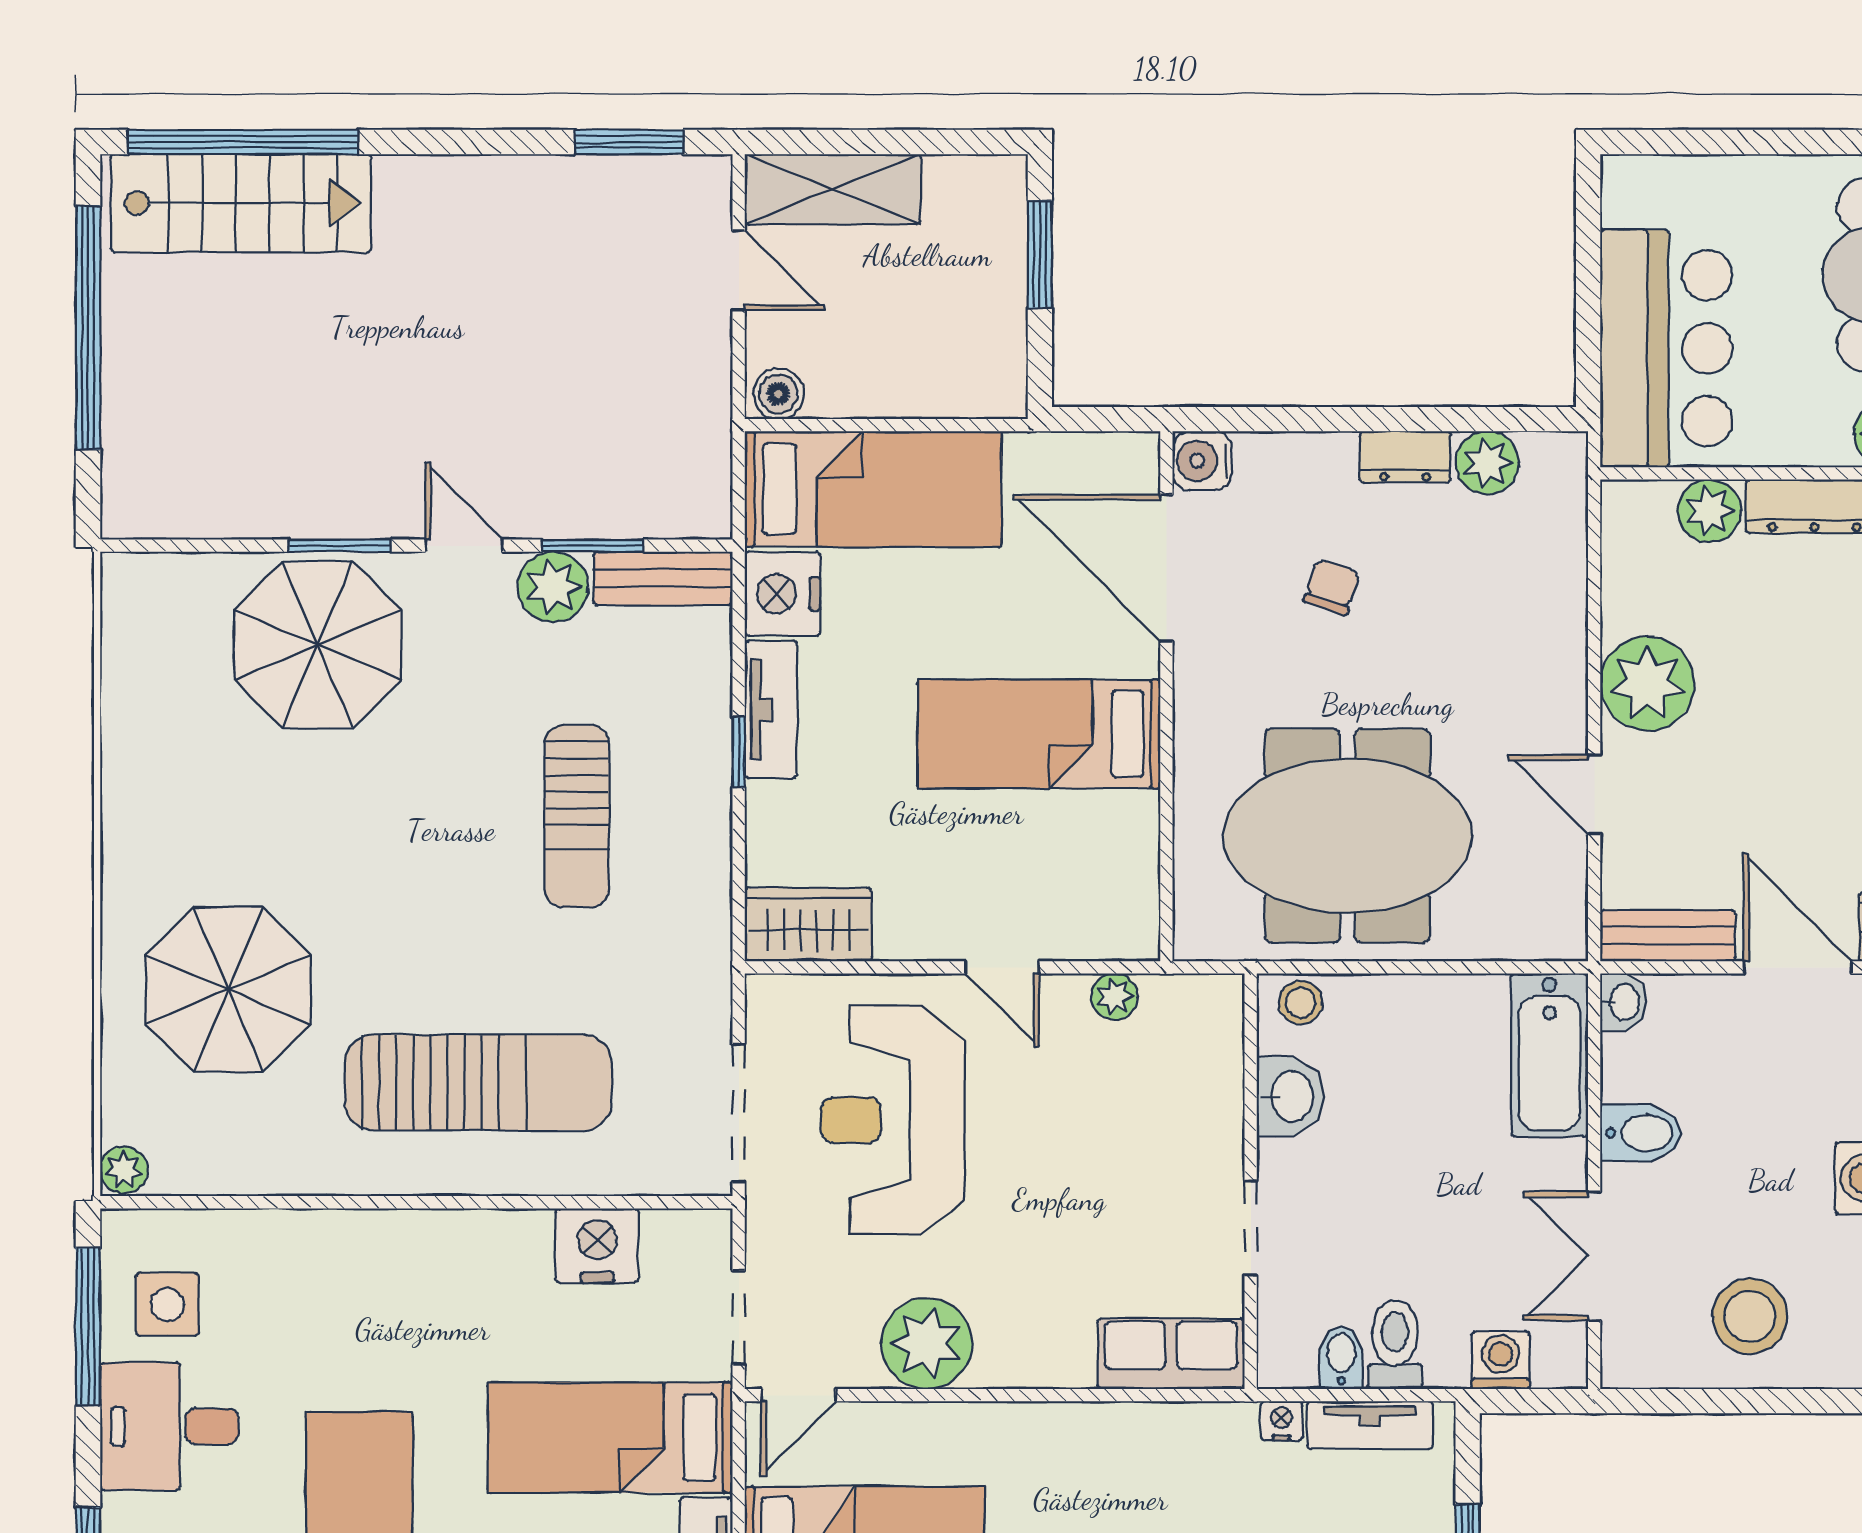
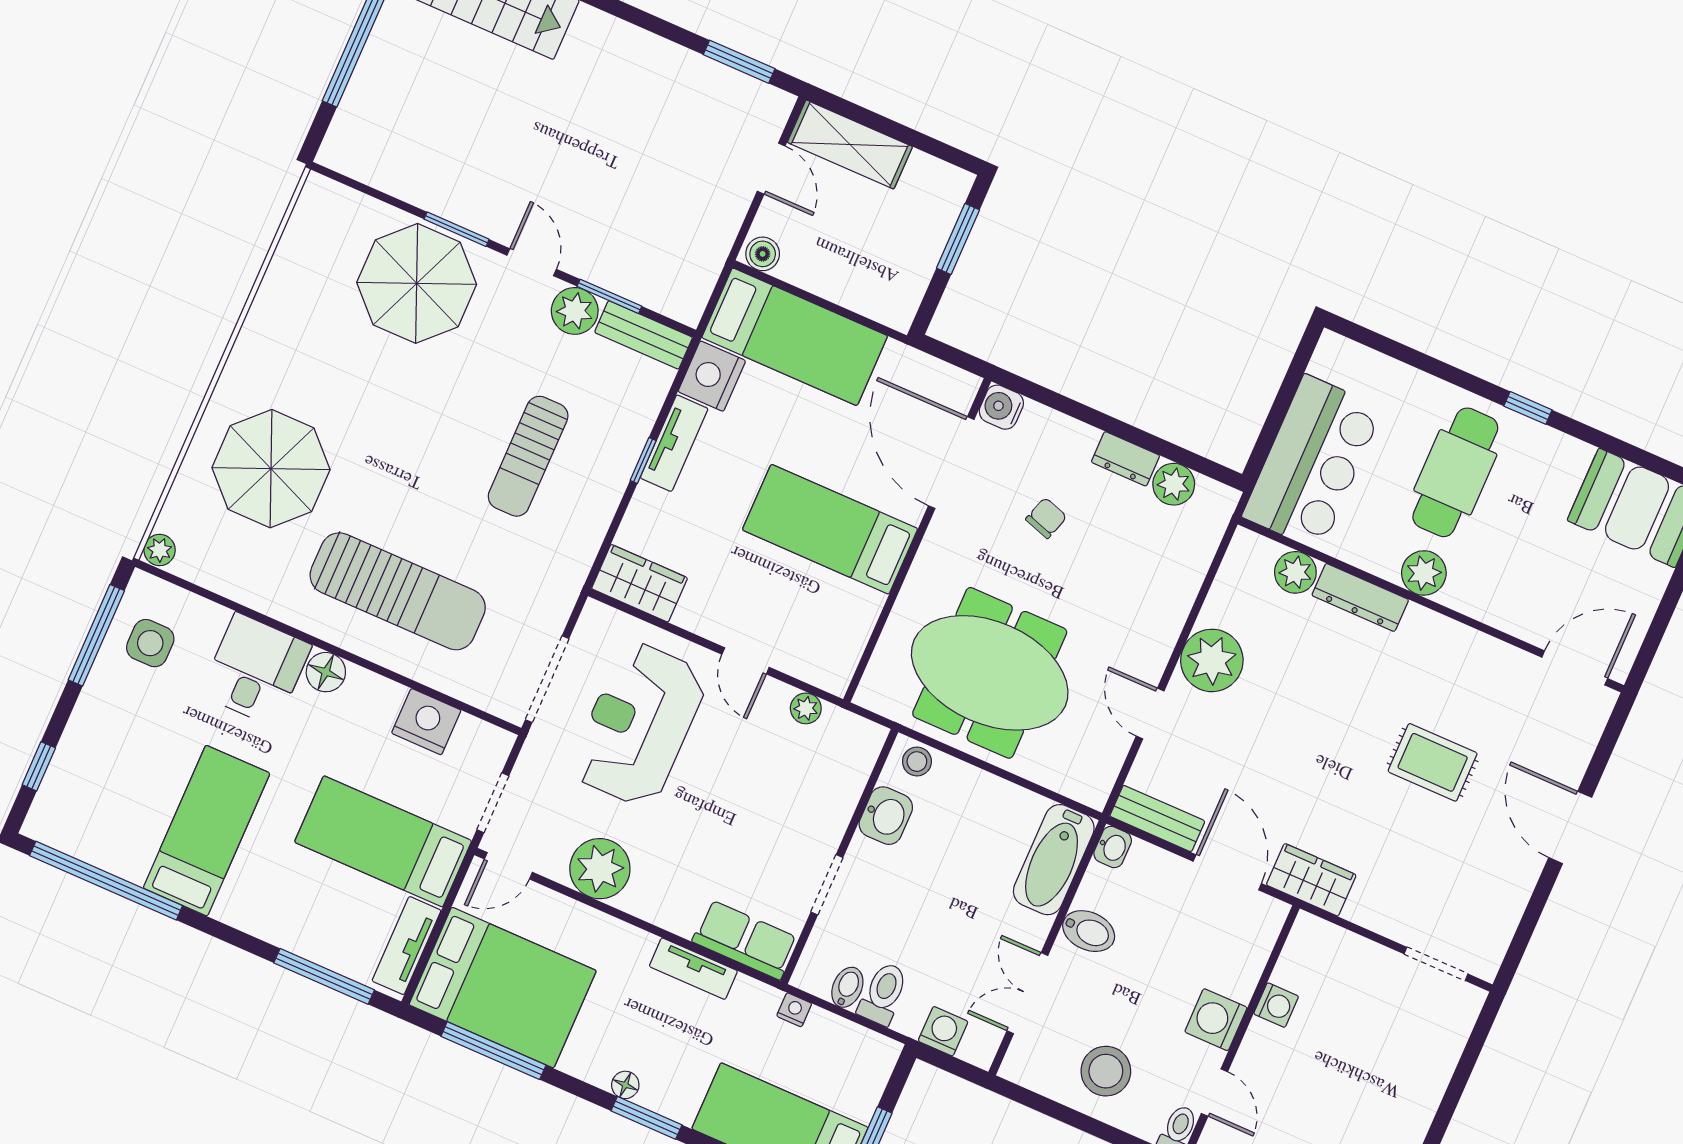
floor lamp: (428, 1238) -> (326, 672), added
tv unit: (1370, 1425) -> (693, 969), moved
desk: (169, 1426) -> (256, 670), moved, turned 90

